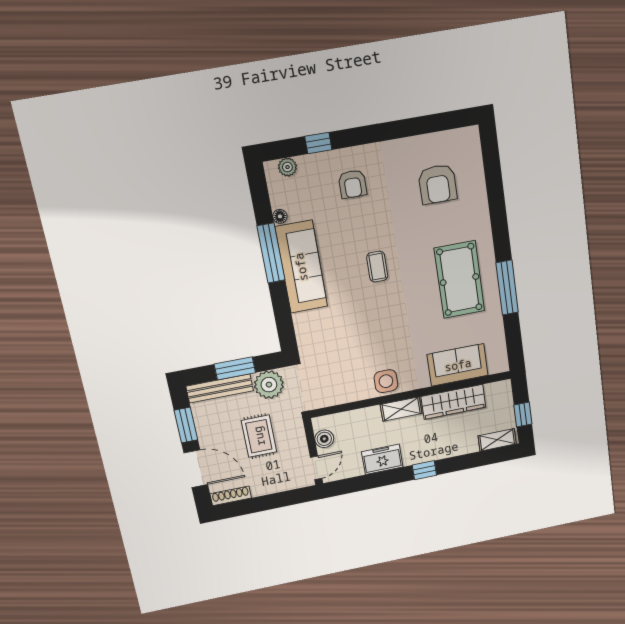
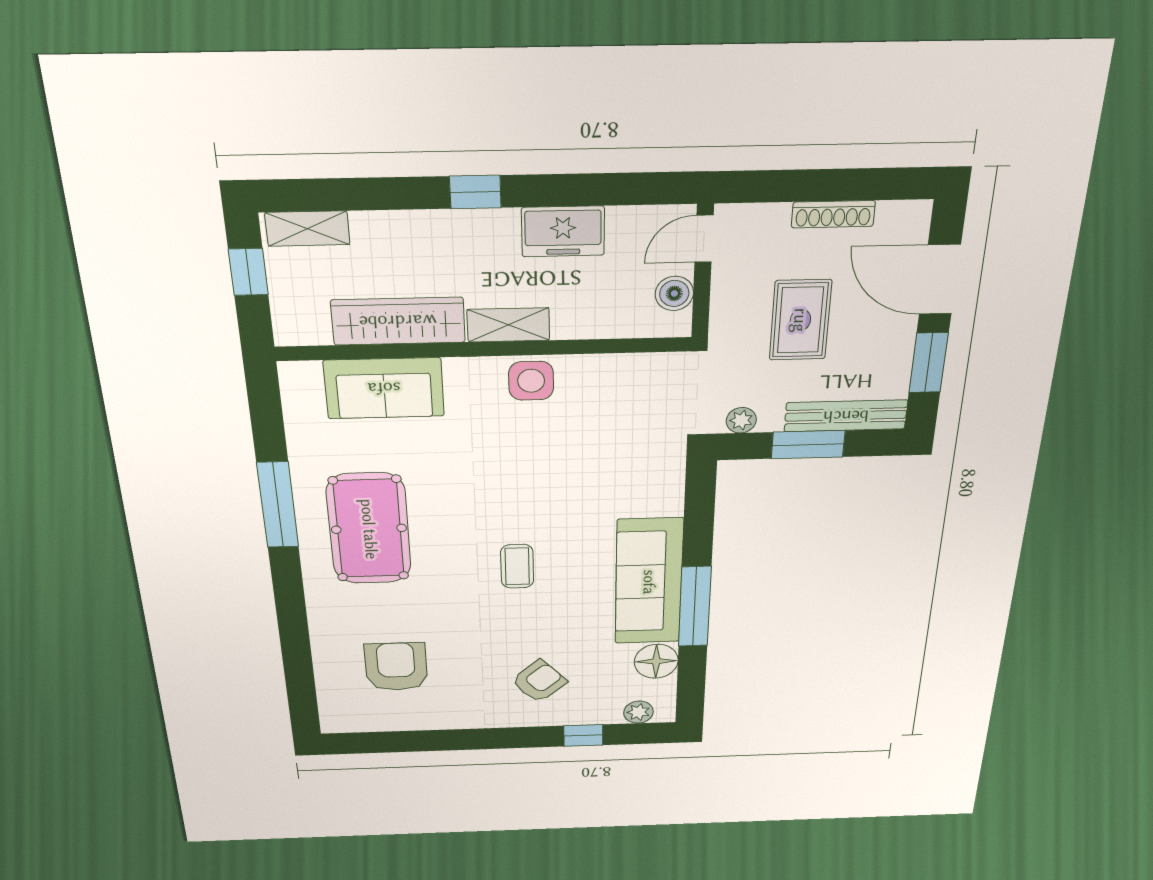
armchair: (353, 184) -> (539, 681), turned 48
floor lamp: (280, 216) -> (656, 661), width x1.89, depth x1.89
plant: (269, 385) -> (741, 420), width x0.53, depth x0.53
shoe rack: (231, 496) -> (833, 214), moved

